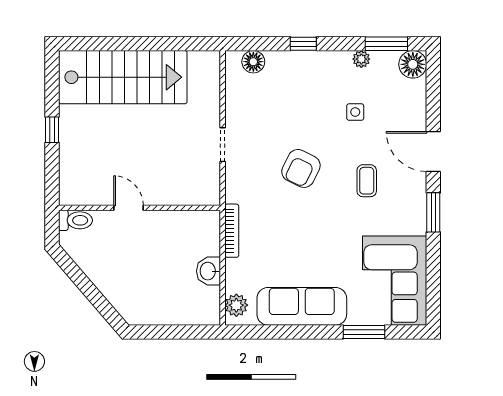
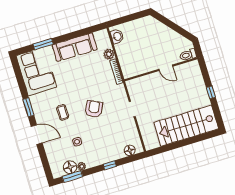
floor lamp: (413, 64) -> (70, 167), moved
washbasin: (208, 271) -> (117, 36), moved
plant: (236, 305) -> (109, 54), moved

